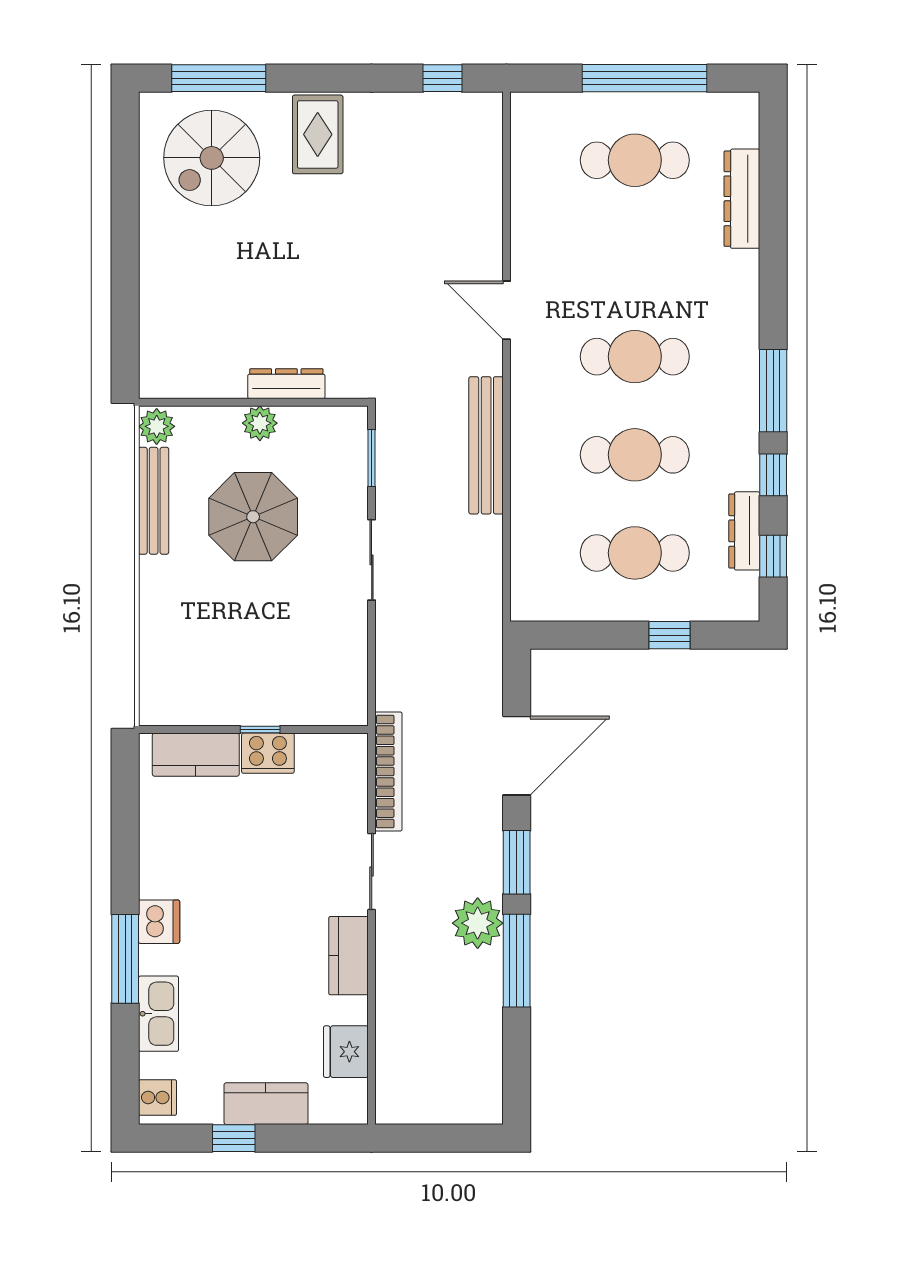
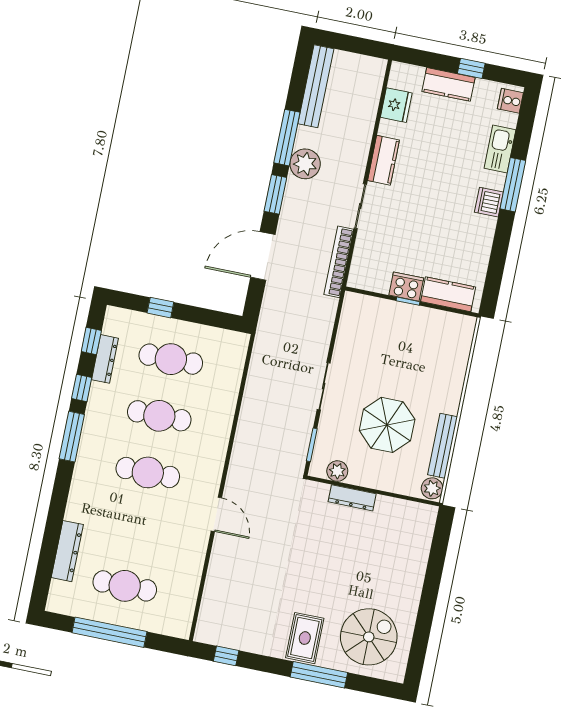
window: (219, 78) -> (319, 675), moved
plant: (260, 423) -> (337, 471), moved
bench: (486, 445) -> (316, 86), moved

